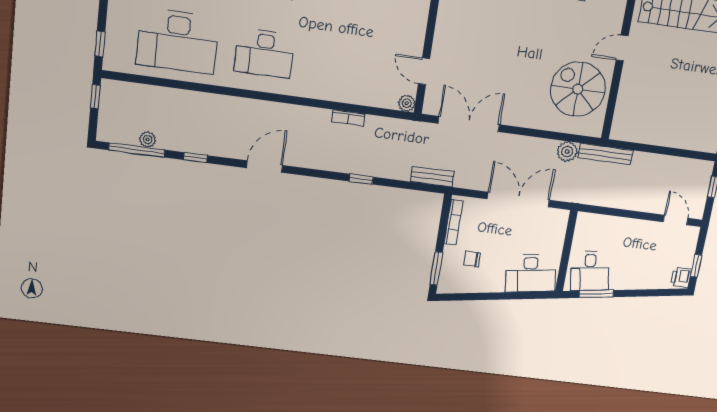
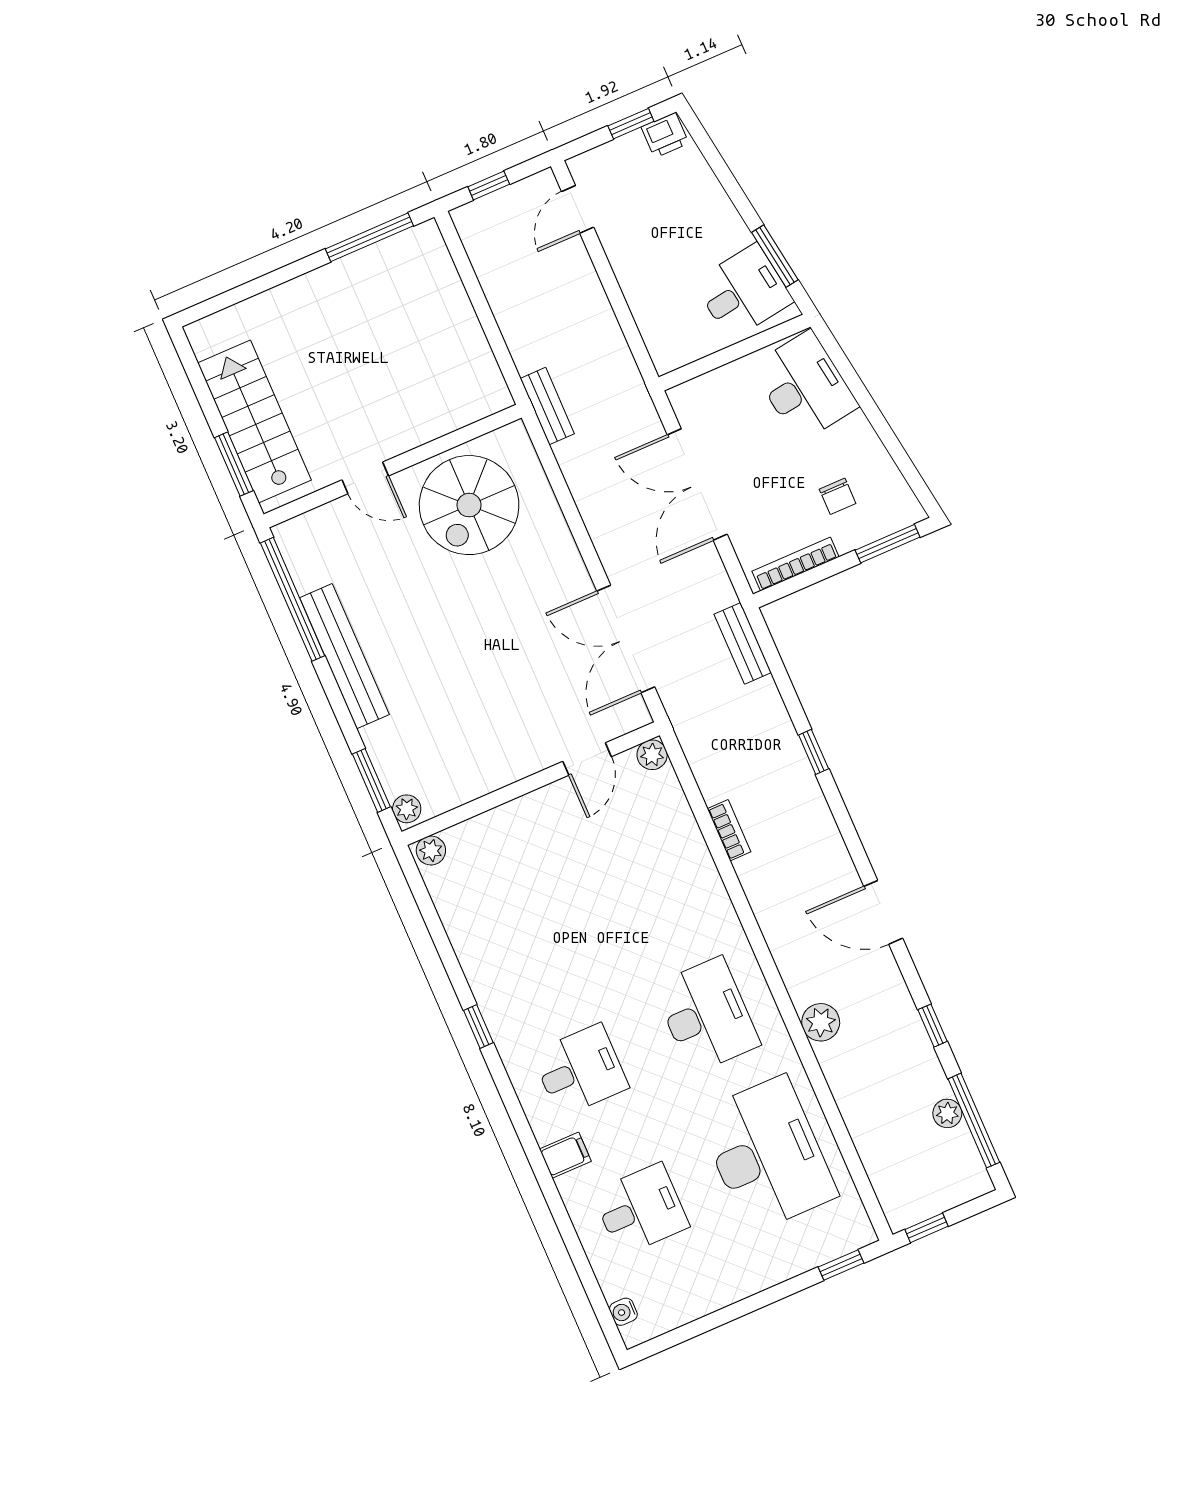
plant: (567, 152) -> (821, 1022), moved
bench: (605, 154) -> (547, 406), width x0.73

